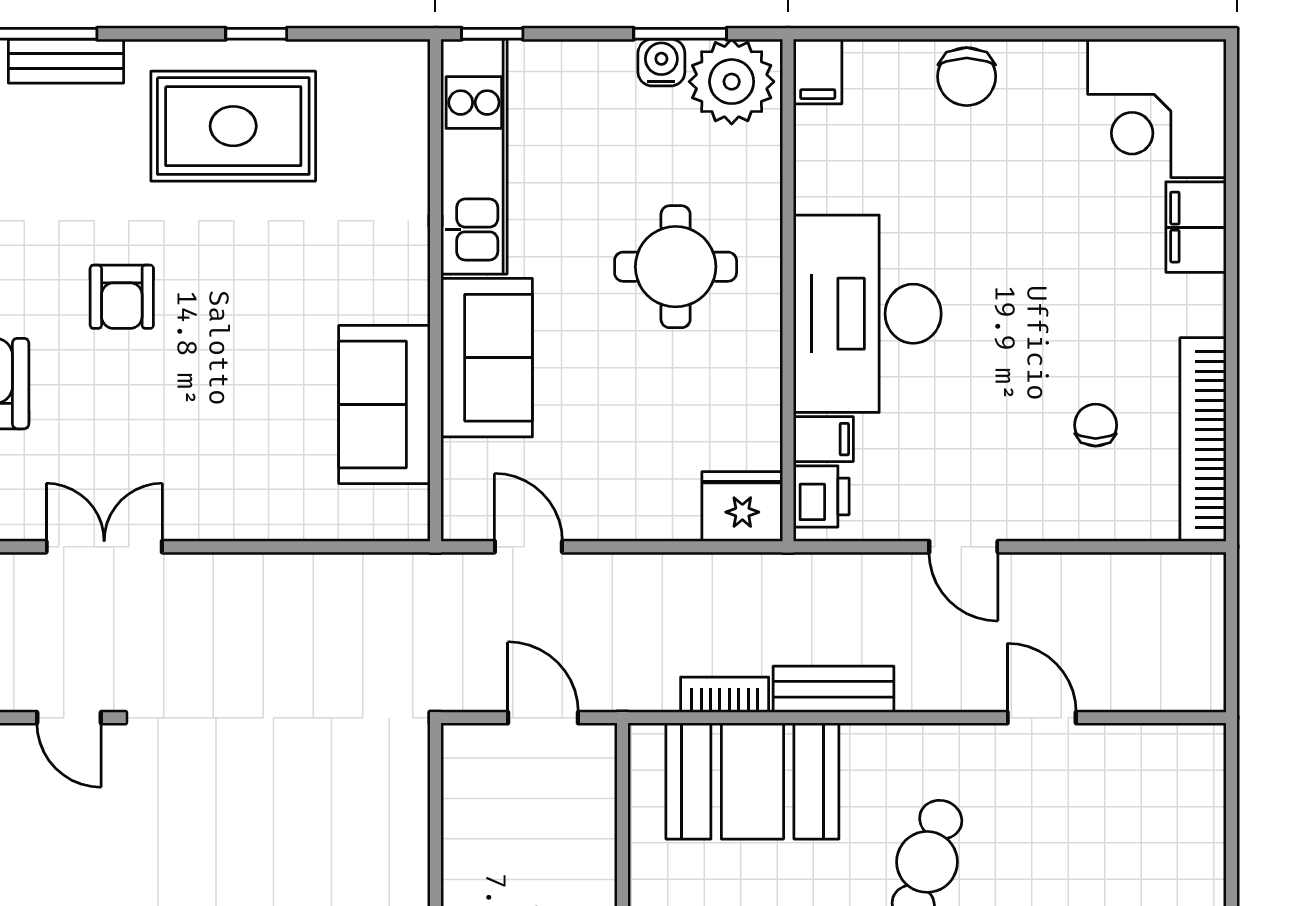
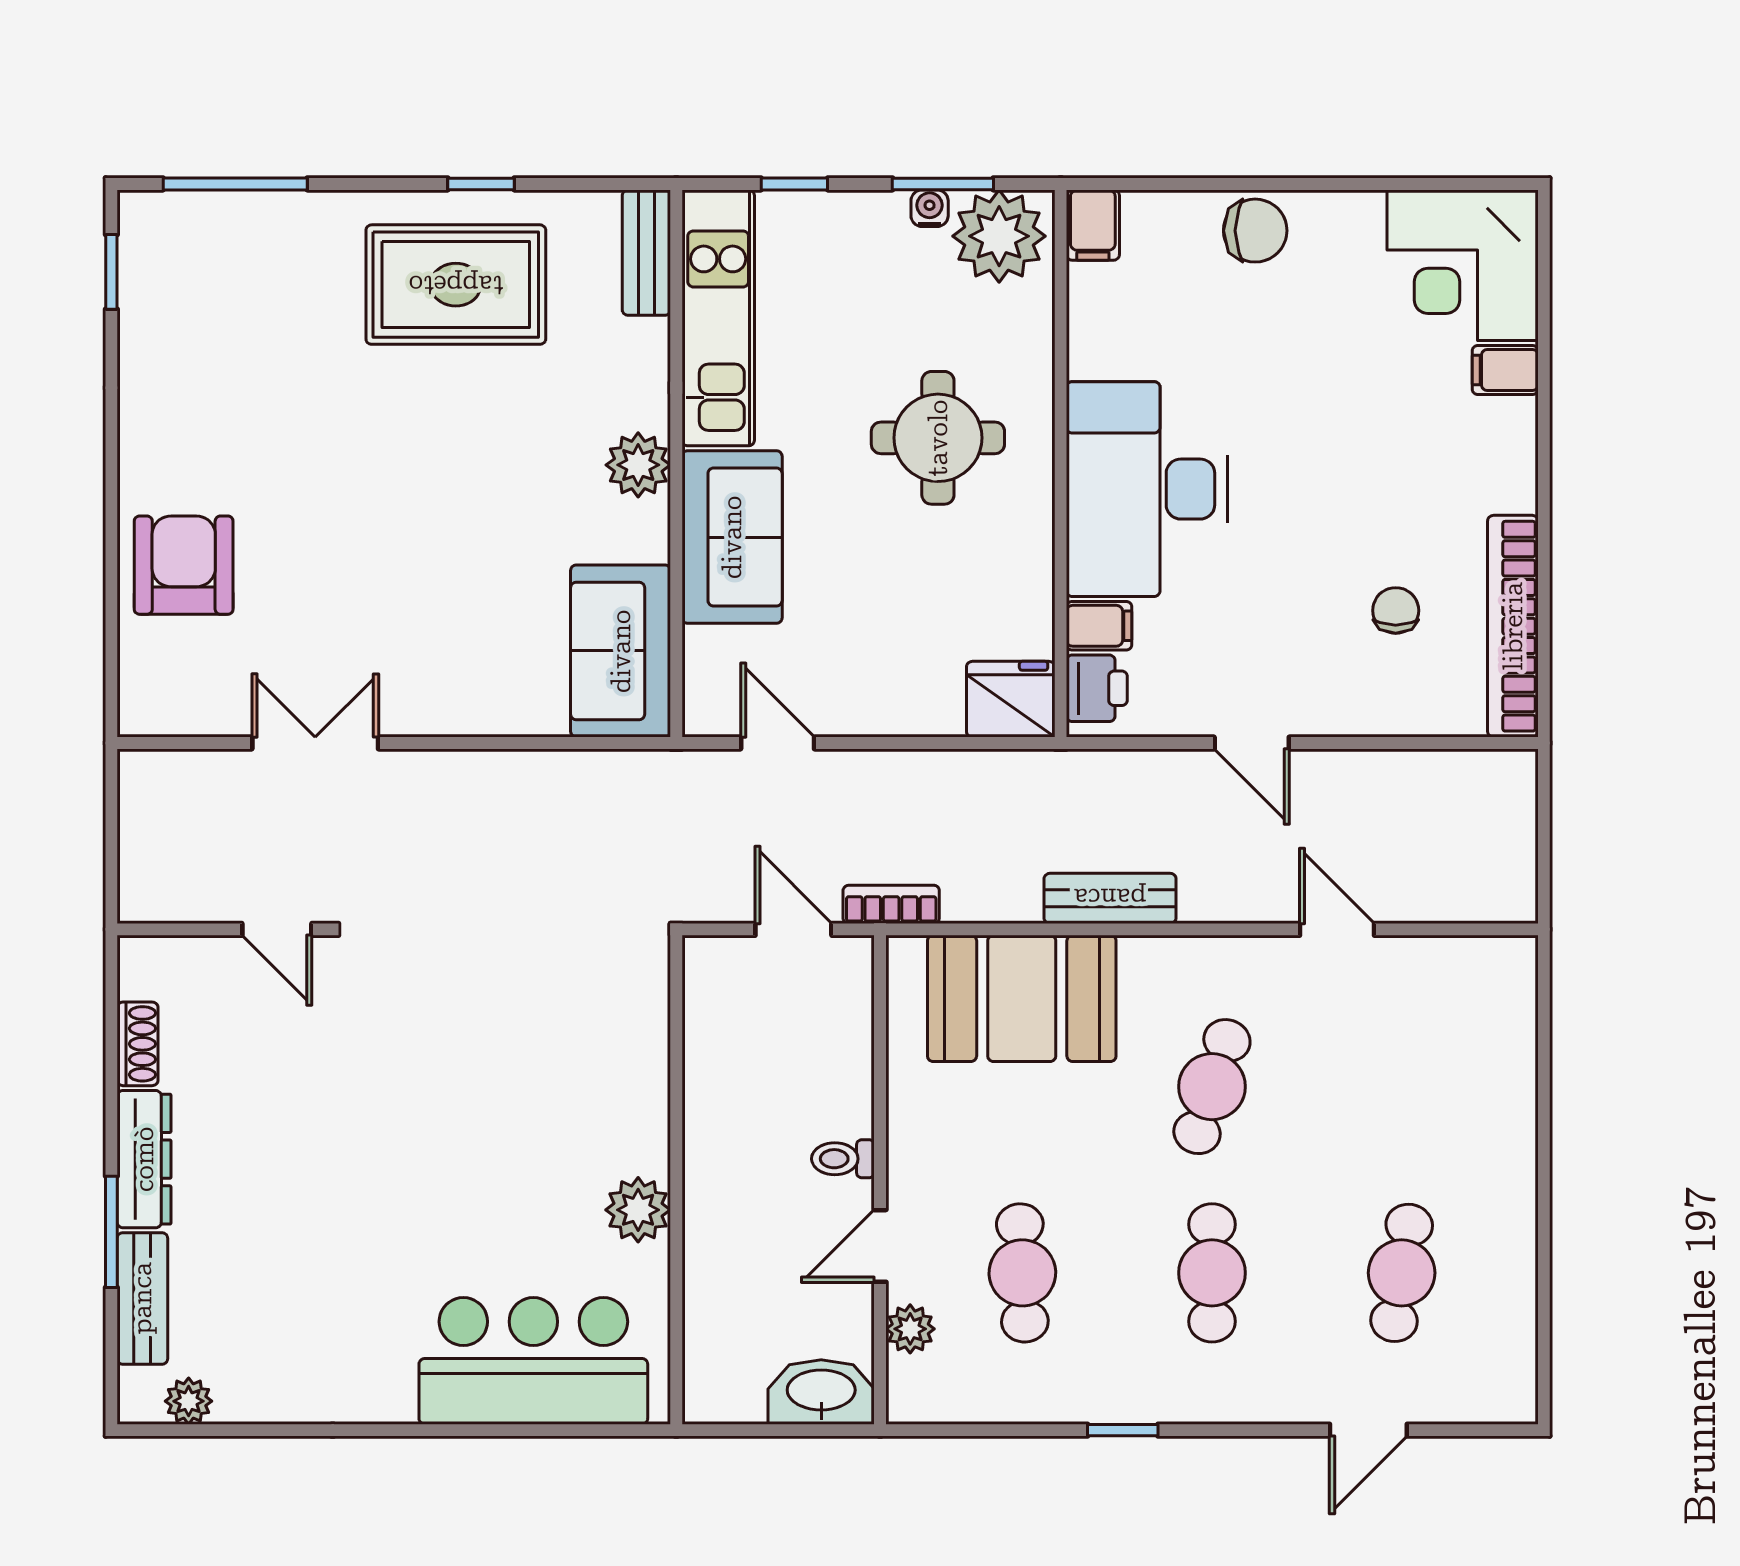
window: (492, 34) -> (794, 184), moved
bench: (66, 61) -> (646, 253), moved, turned 90
water cooler: (661, 63) -> (930, 208), width x0.72, depth x0.72
chair: (967, 77) -> (1255, 231), turned -90
filing cabinet: (1196, 227) -> (1505, 370), width x0.50
plant: (401, 292) -> (638, 465), added
armchair: (122, 297) -> (334, 471), removed
sofa: (384, 404) -> (621, 651), moved
bookcase: (725, 695) -> (891, 904), moved

